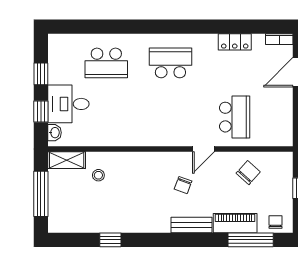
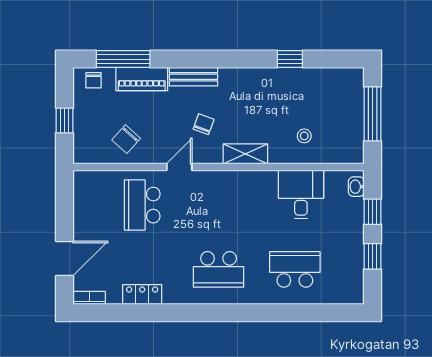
desk: (68, 104) -> (301, 195), moved, turned -90
shelving: (67, 160) -> (245, 154), moved

